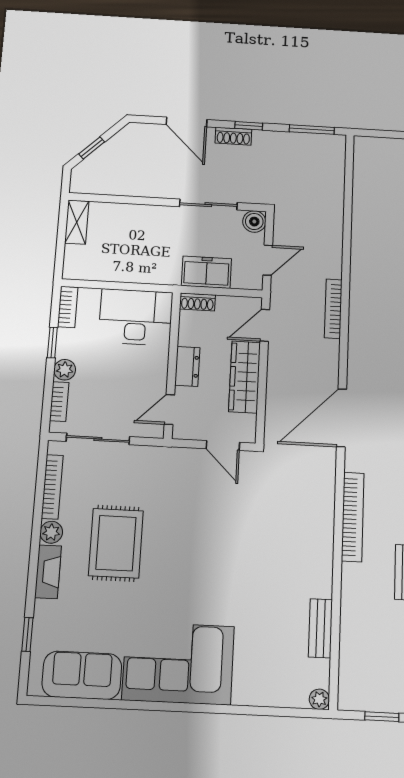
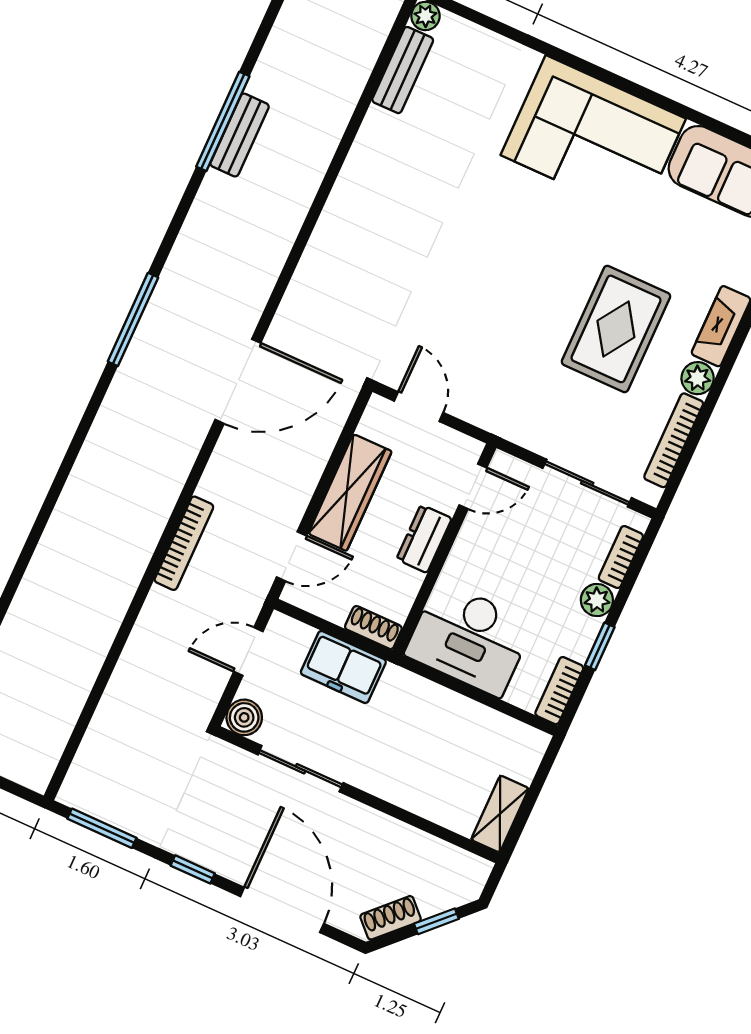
door: (187, 122) -> (282, 910), width x1.36
shoe rack: (233, 136) -> (391, 918), moved, turned -45
bookcase: (353, 517) -> (280, 238), removed
bench: (320, 628) -> (403, 70), moved

